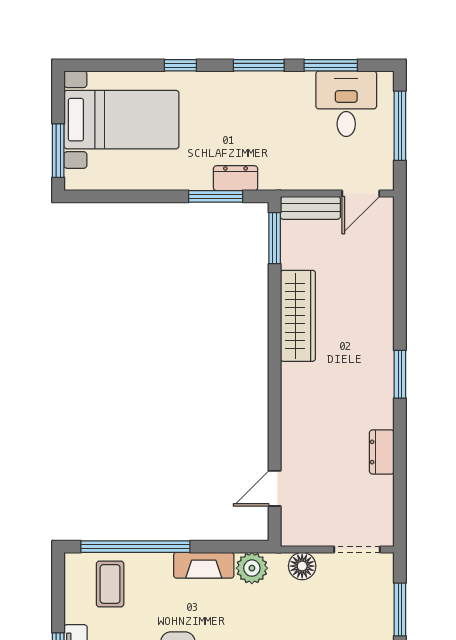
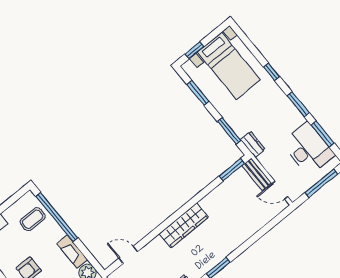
desk: (346, 104) -> (308, 149), width x1.37
window: (58, 151) -> (195, 50), width x0.67
dresser: (235, 178) -> (253, 144), moved
window: (124, 196) -> (198, 93), added
wardrobe: (298, 316) -> (184, 225), moved

